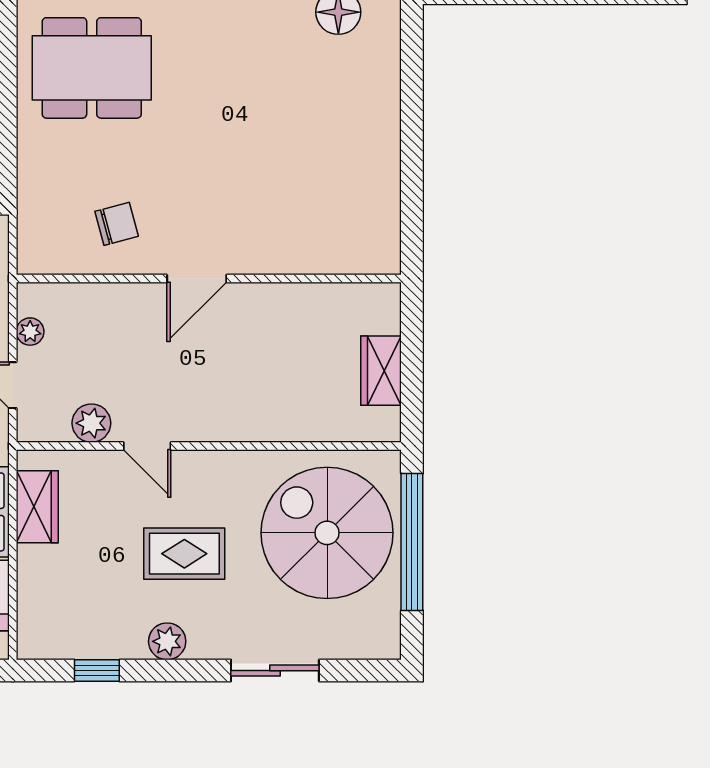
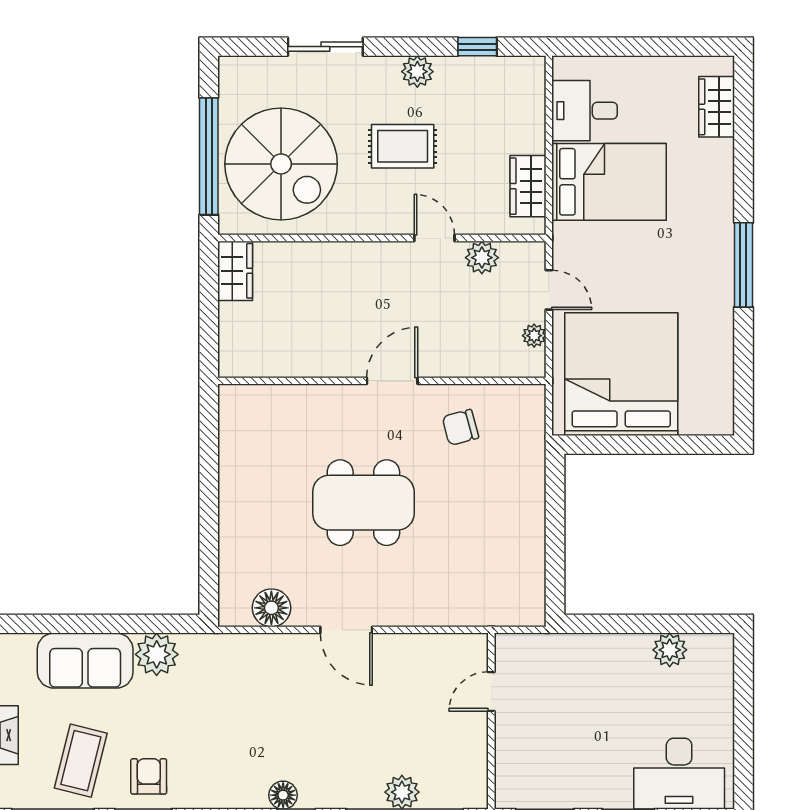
dining table: (92, 68) -> (363, 503), moved
wardrobe: (381, 371) -> (235, 271), moved

